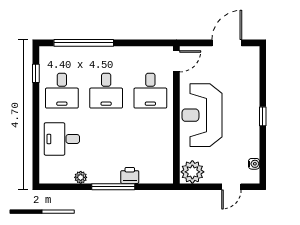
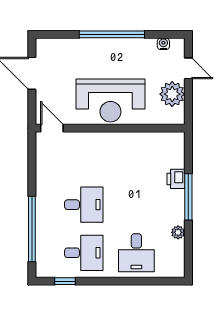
desk: (150, 91) -> (84, 157), removed
window: (263, 116) -> (112, 34), width x3.17
plant: (192, 172) -> (172, 94), moved

